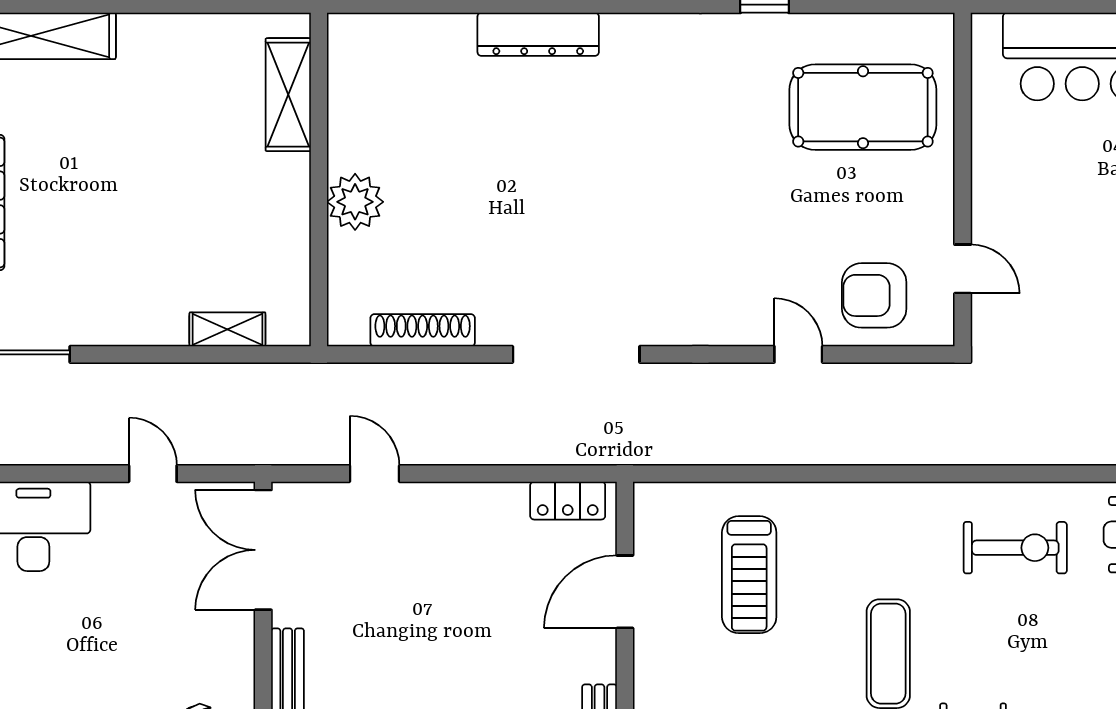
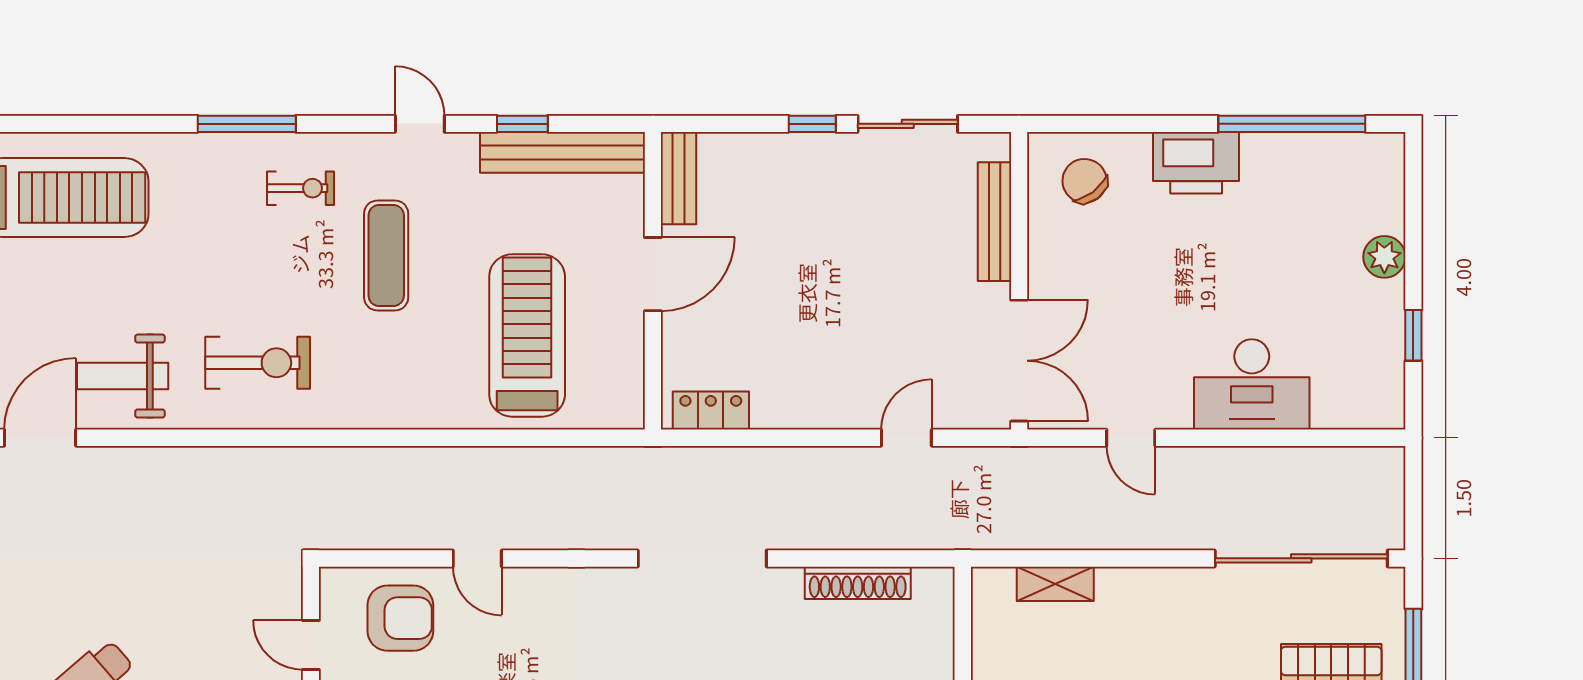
door: (374, 474) -> (906, 438), swing flipped
exercise bike: (1015, 548) -> (258, 363), turned 180
treadmill: (749, 575) -> (527, 335), width x1.37, depth x1.37
door: (625, 592) -> (653, 274), moved

